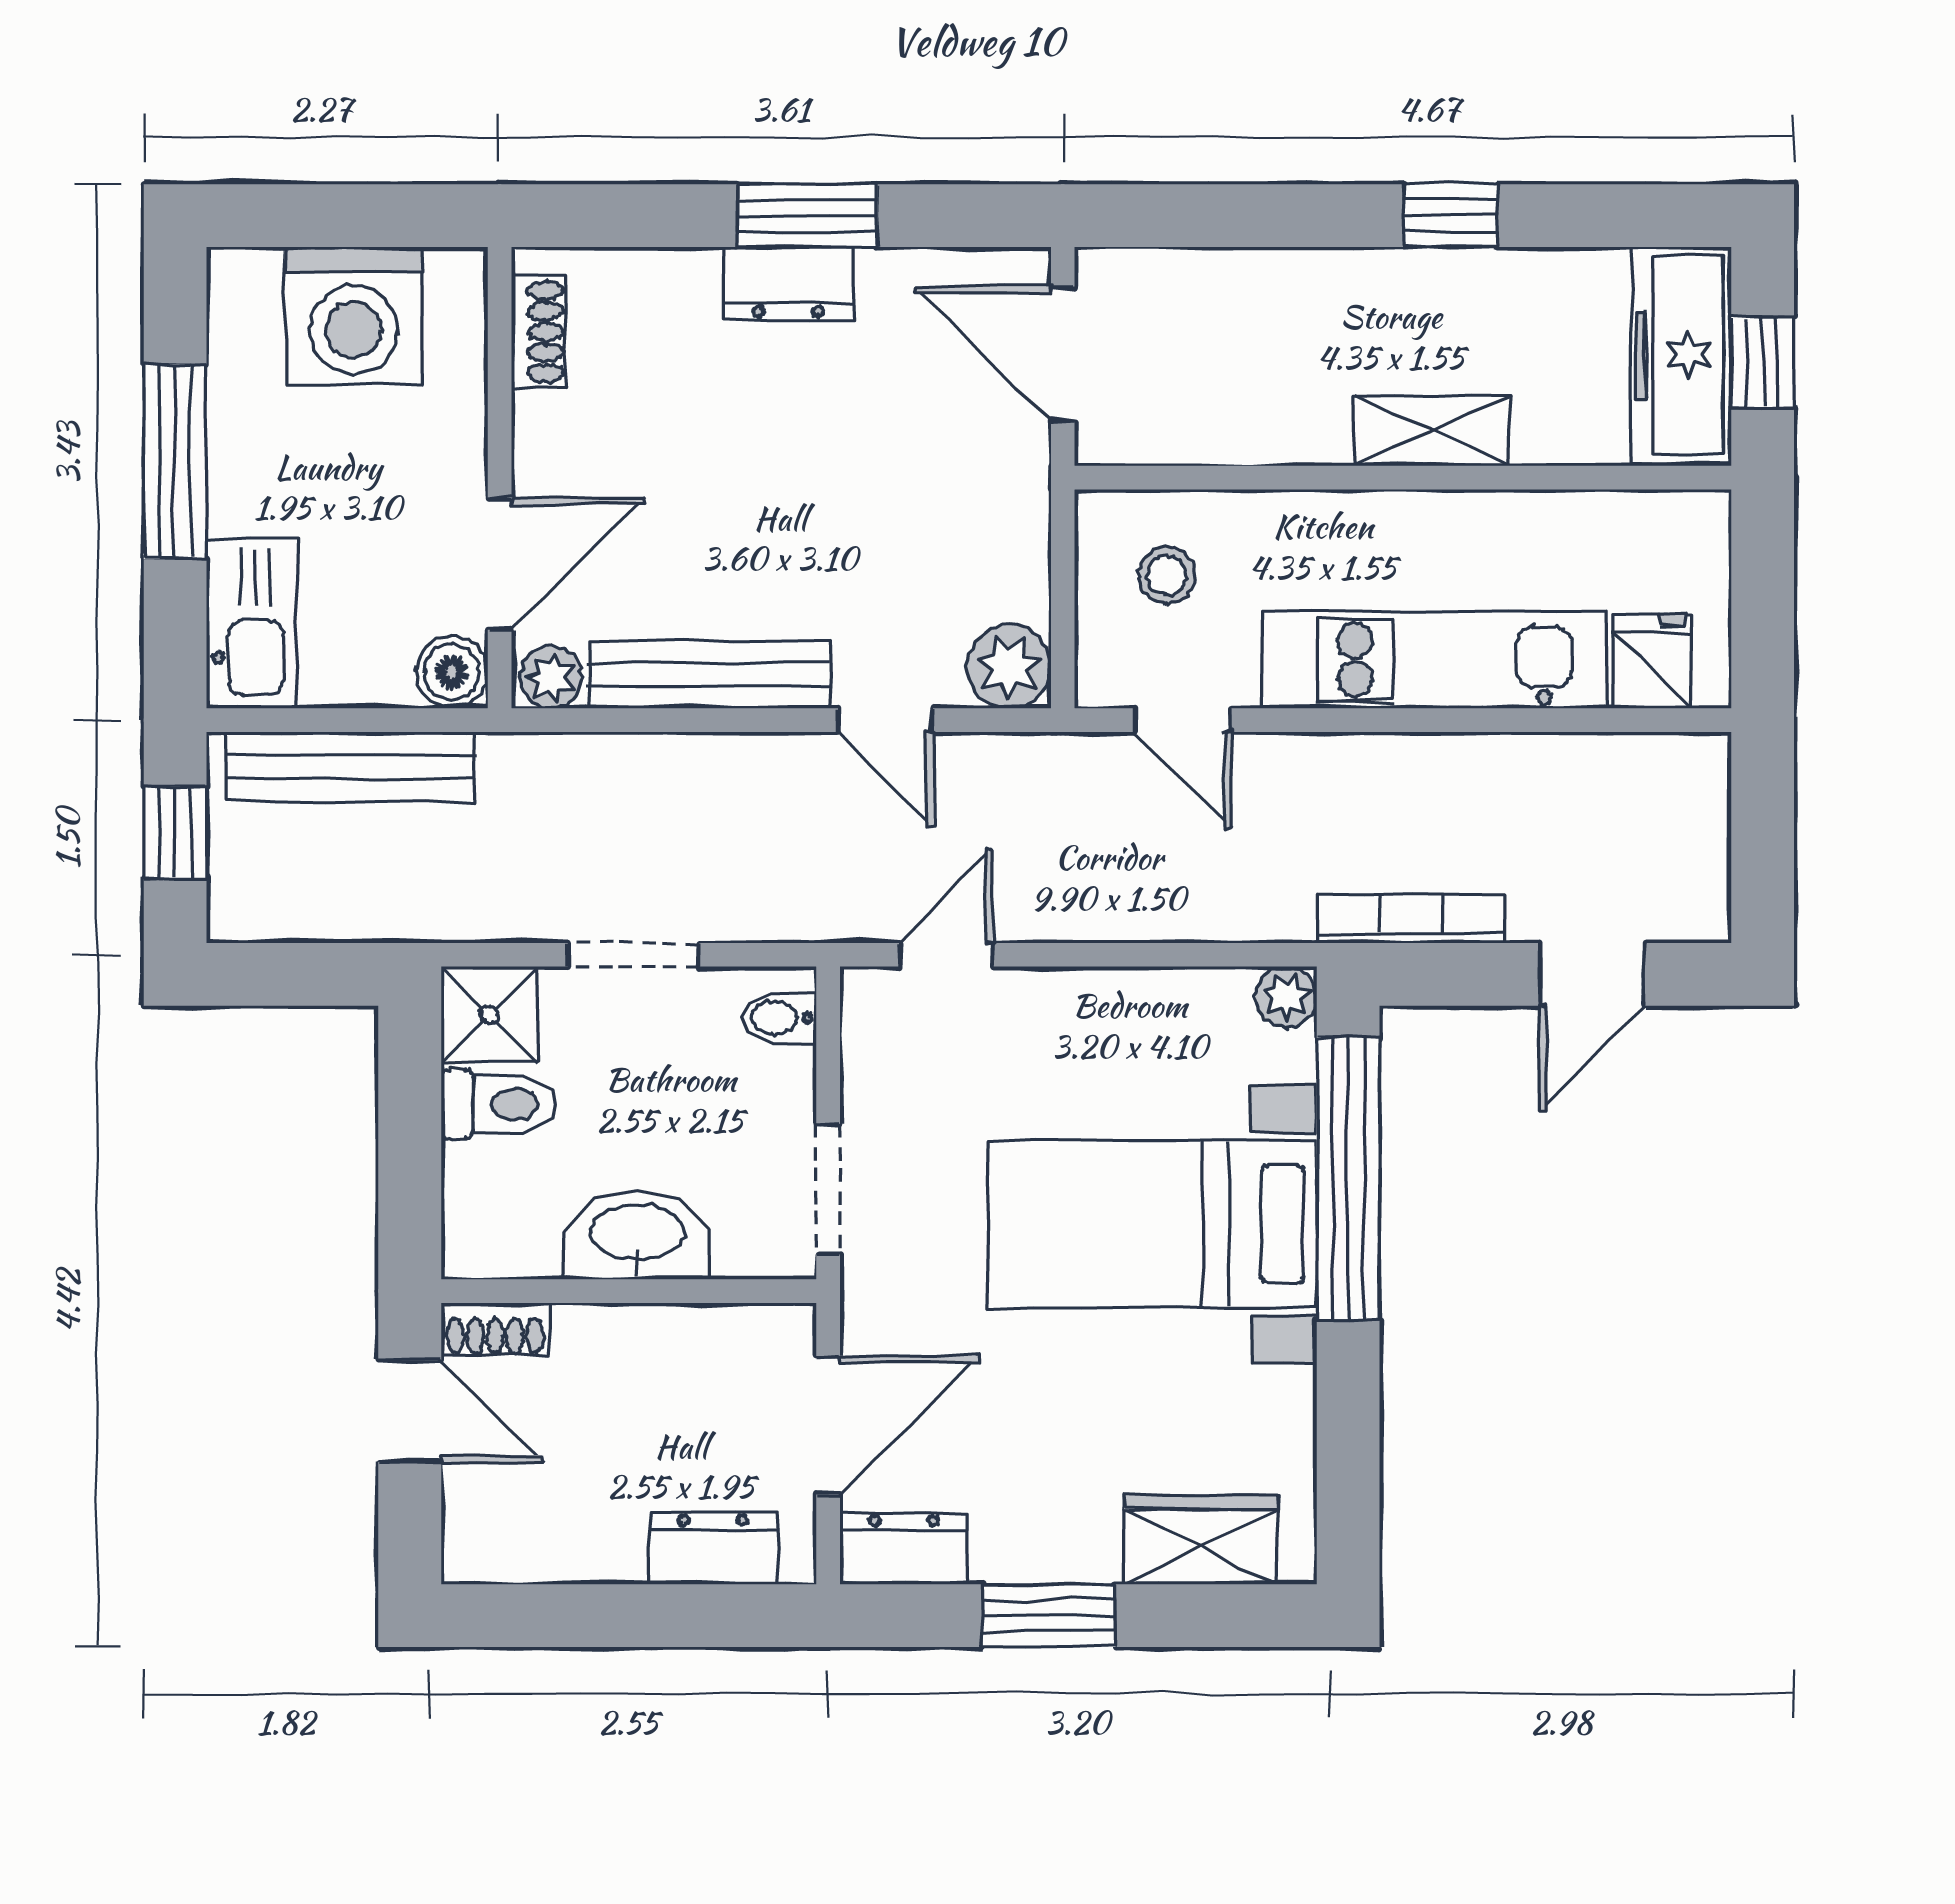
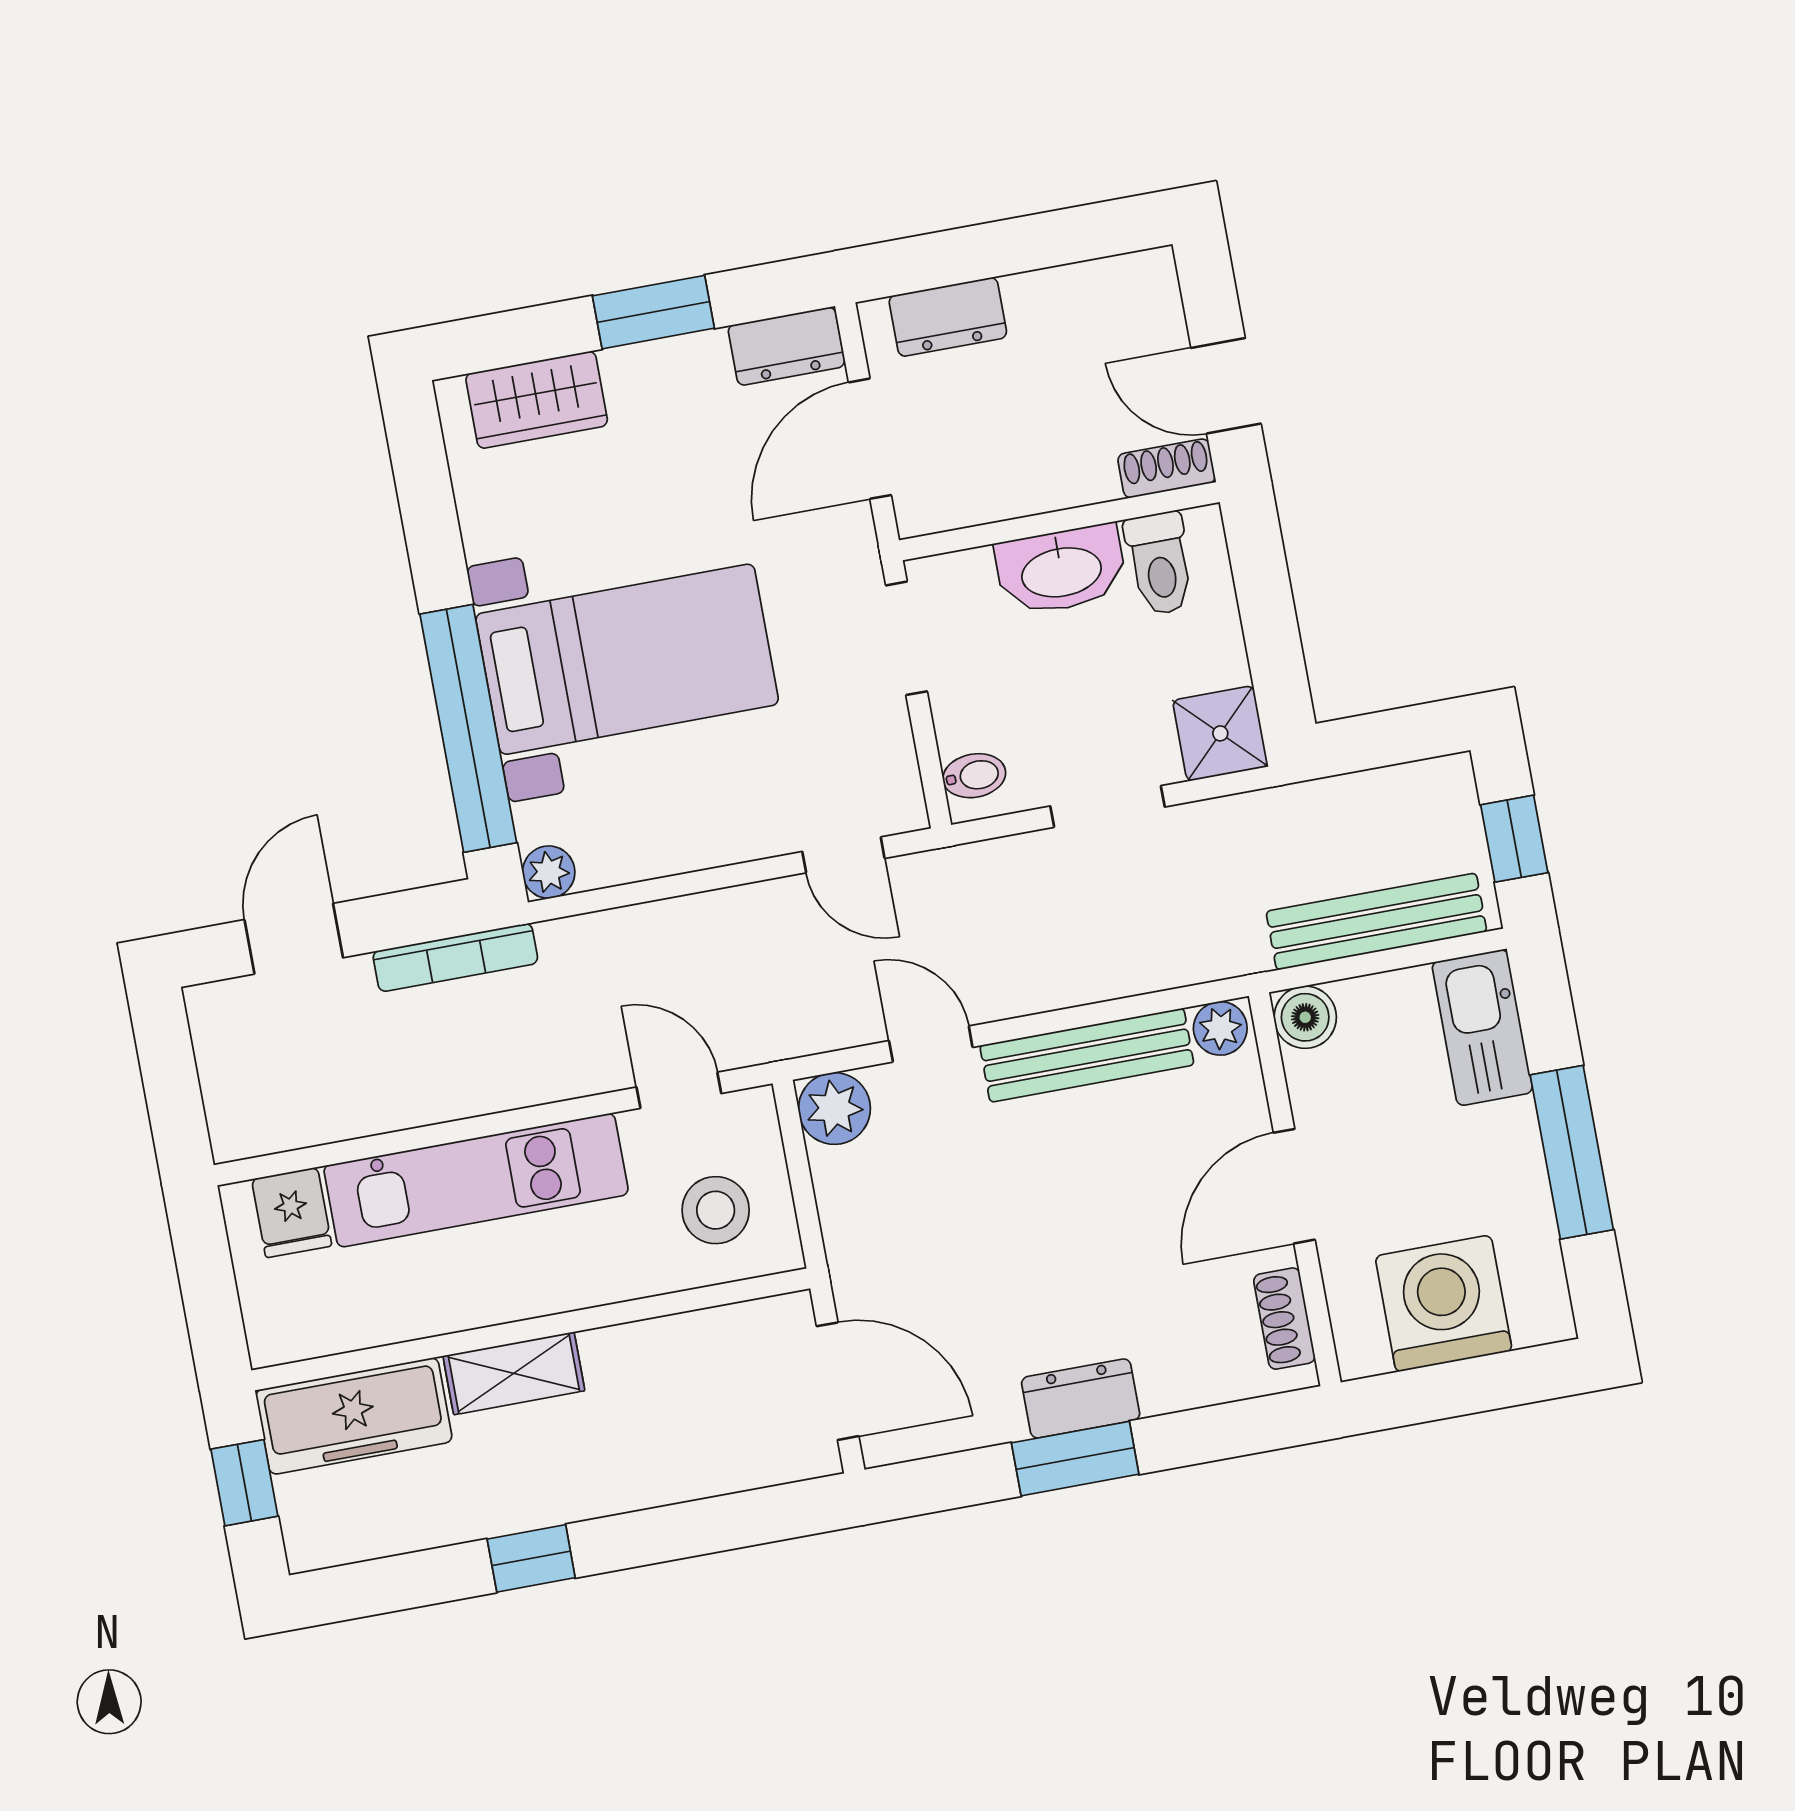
freezer: (1681, 355) -> (354, 1416), moved, turned 90
door: (500, 564) -> (1294, 1186), moved
stool: (1166, 575) -> (716, 1210), width x1.37, depth x1.37
door: (946, 955) -> (843, 855), hinge flipped
toilet: (499, 1104) -> (1160, 564), moved, turned -90

